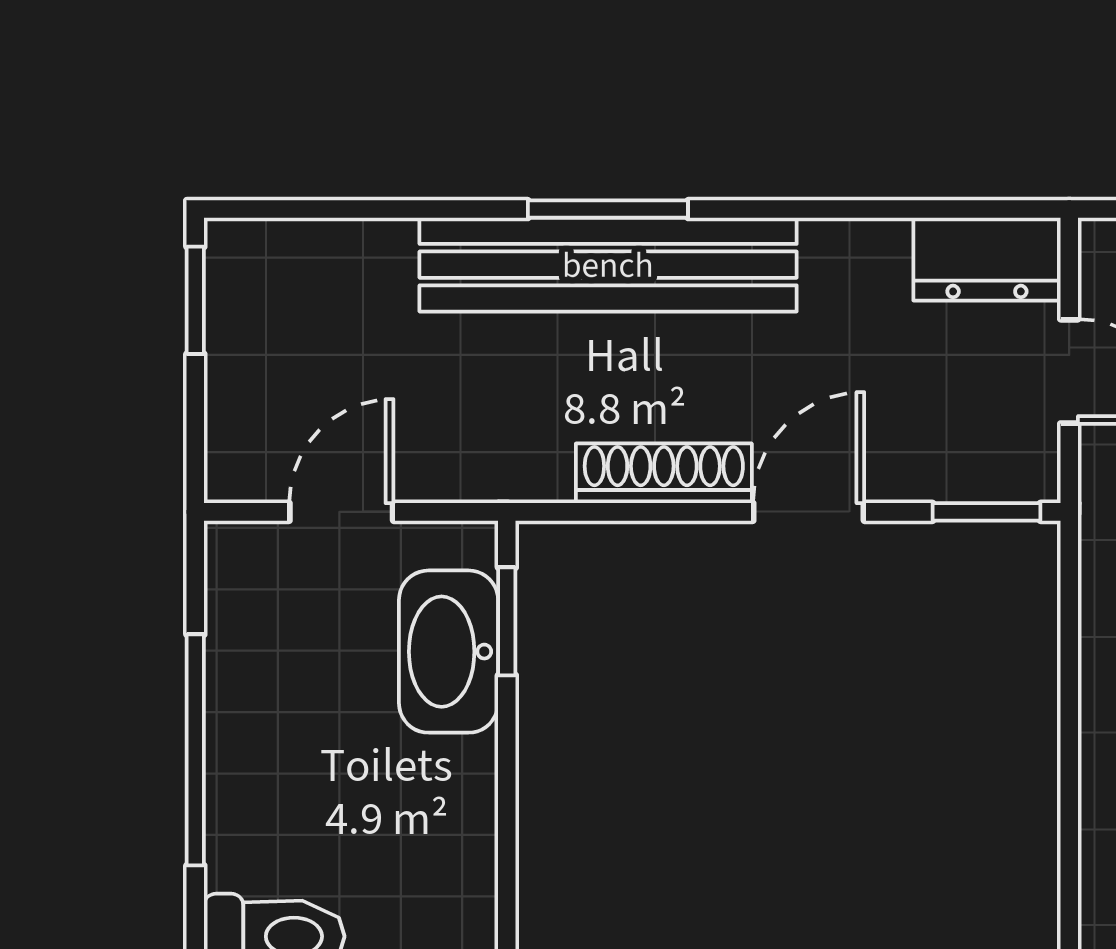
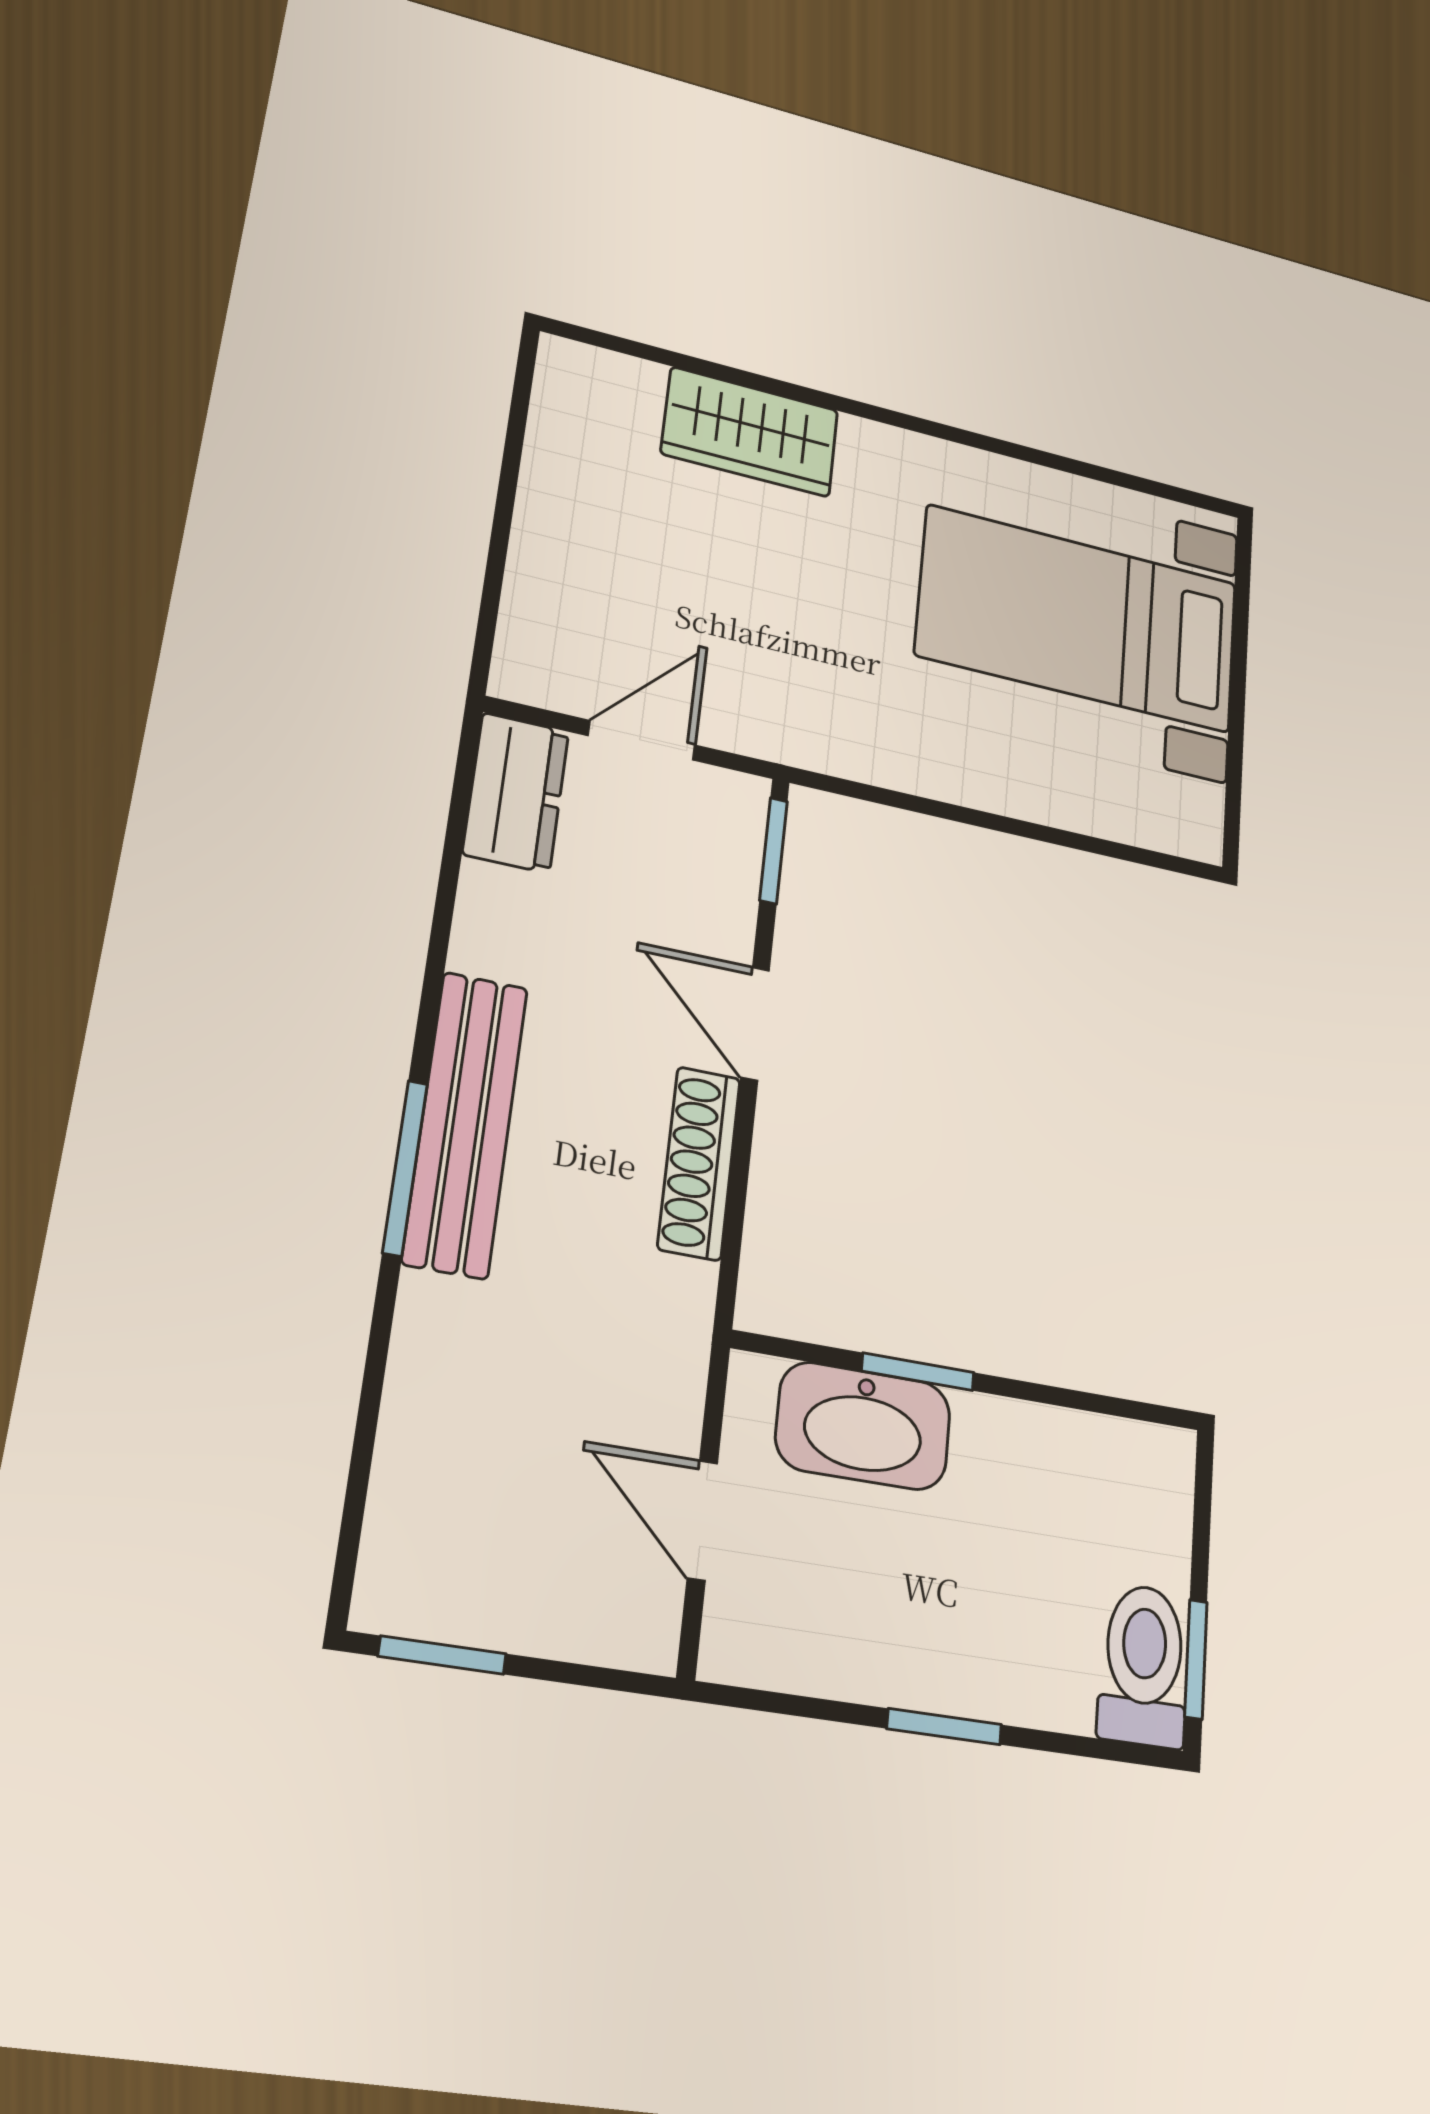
bench: (608, 265) -> (465, 1124), width x0.73, depth x0.82
window: (507, 621) -> (918, 1372), moved
window: (195, 750) -> (944, 1727), width x0.46

